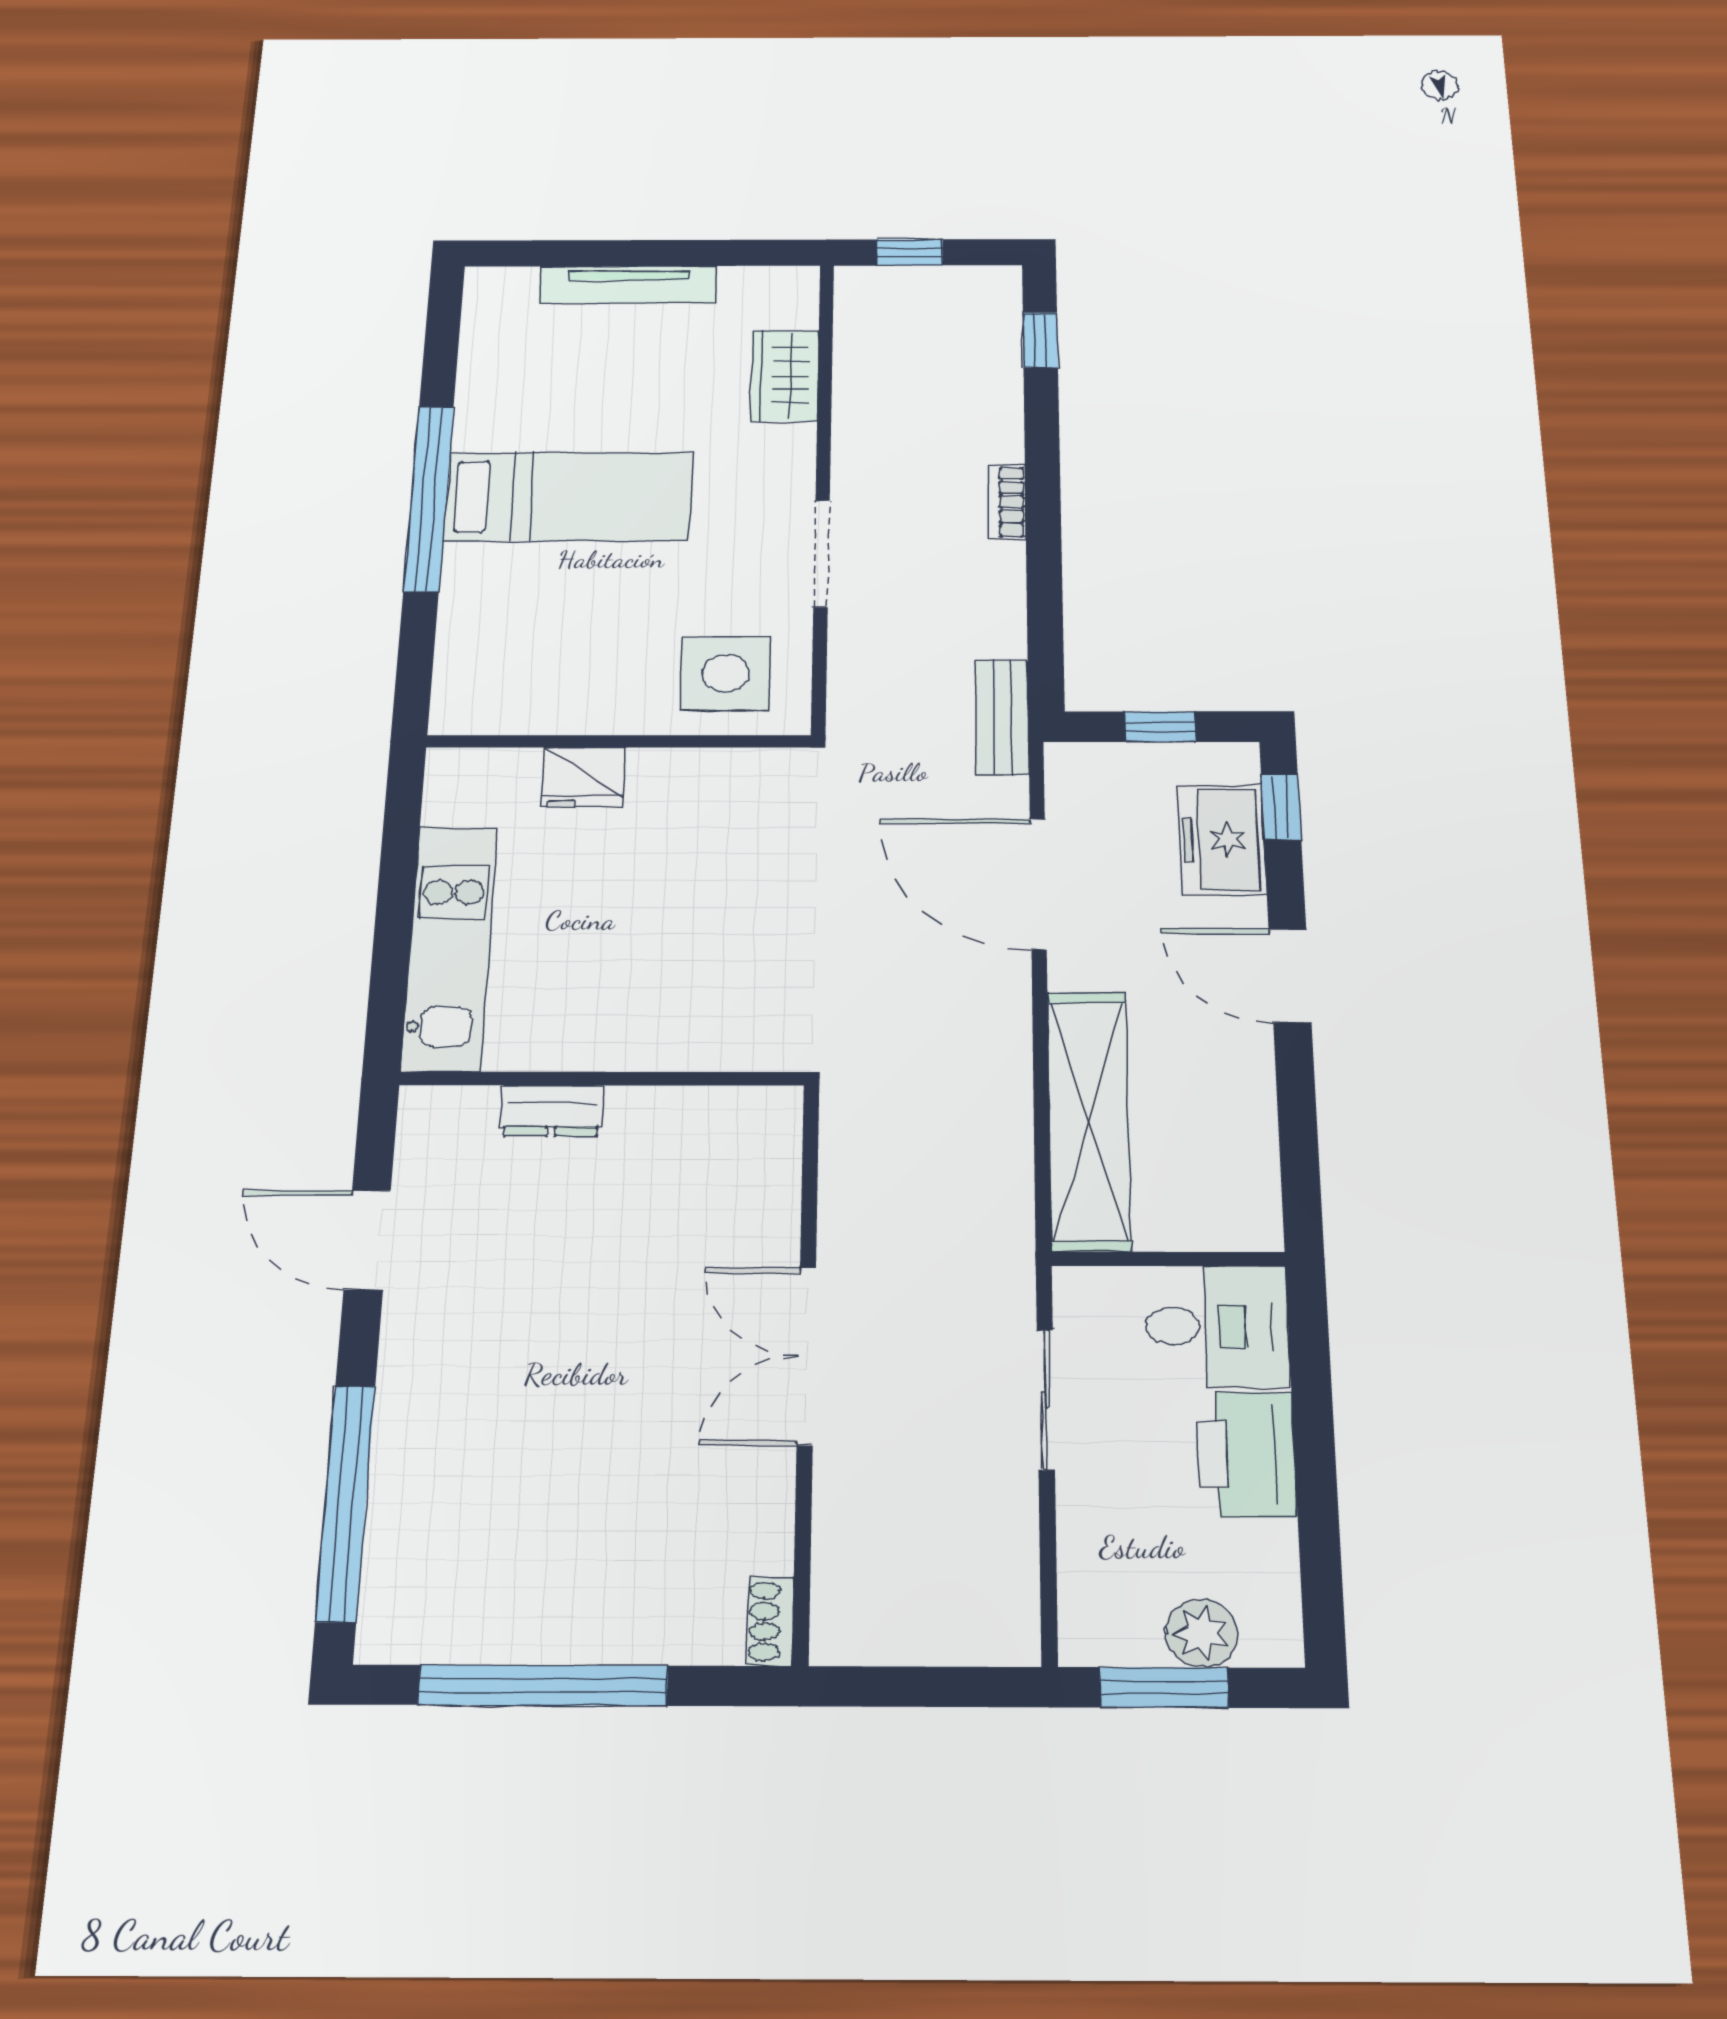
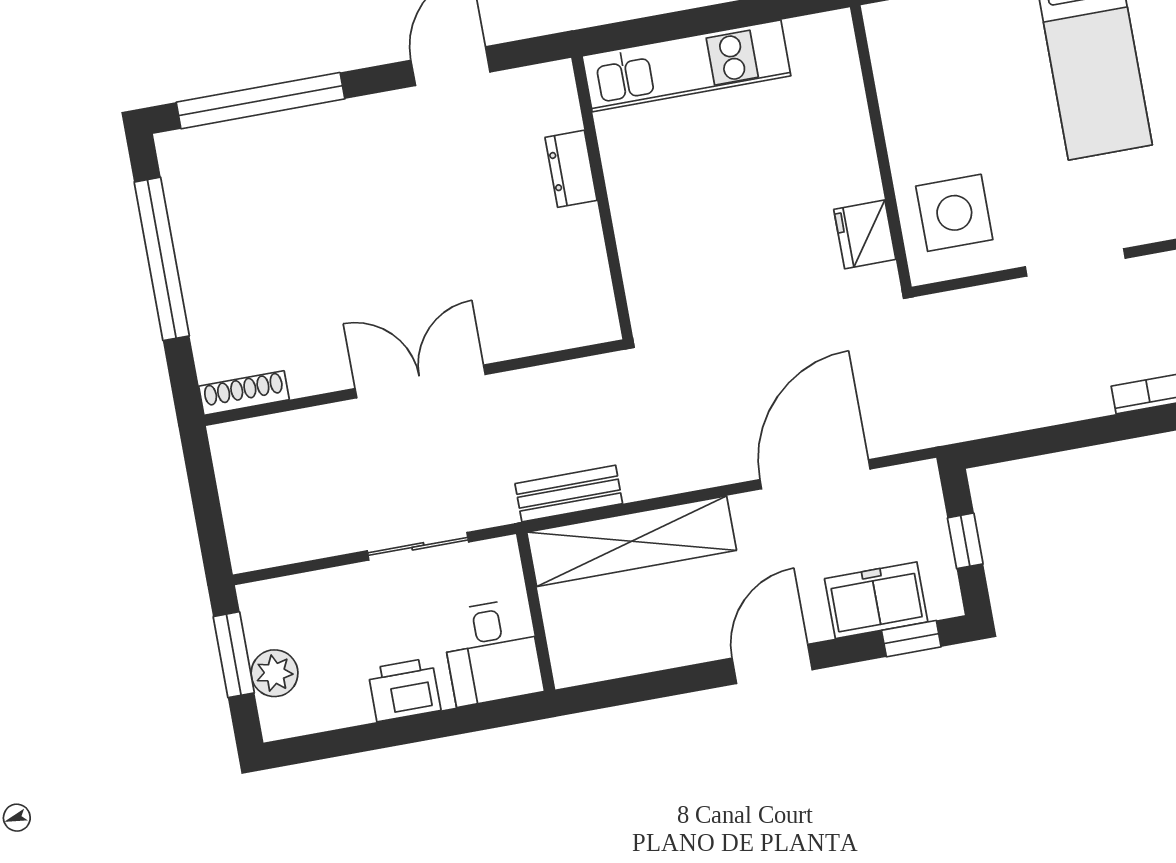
bench: (1002, 717) -> (569, 494), moved
fridge: (584, 777) -> (865, 234), moved
printer: (1246, 1454) -> (404, 690), width x0.73, depth x0.84
shoe rack: (770, 1621) -> (244, 393), width x1.43

